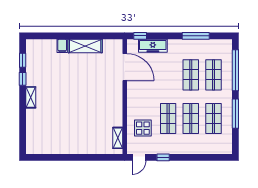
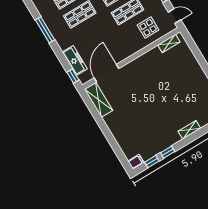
filing cabinet: (62, 46) -> (136, 162), moved
shelving: (85, 46) -> (99, 100), moved
shelving: (31, 97) -> (189, 130), moved

